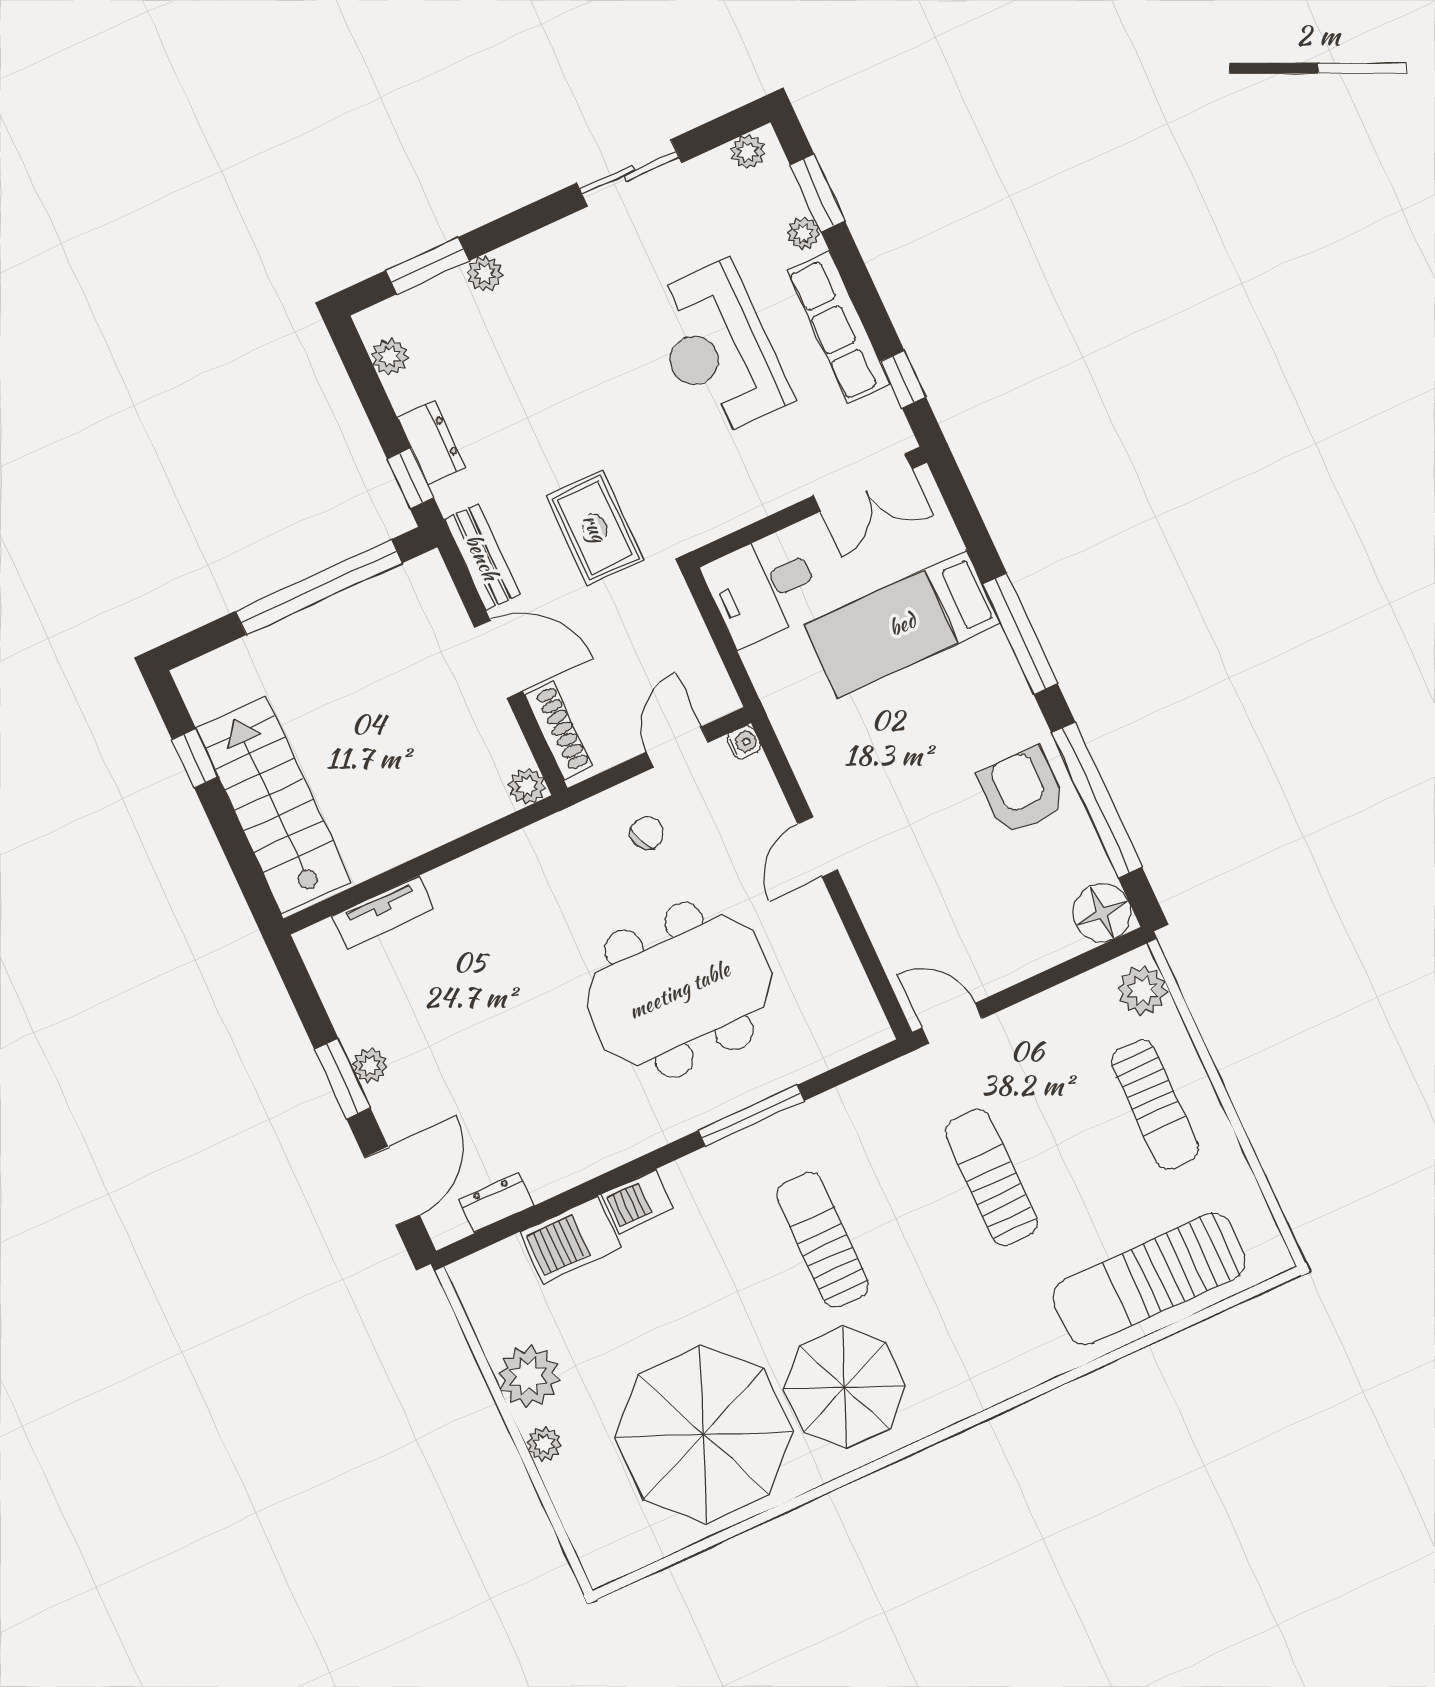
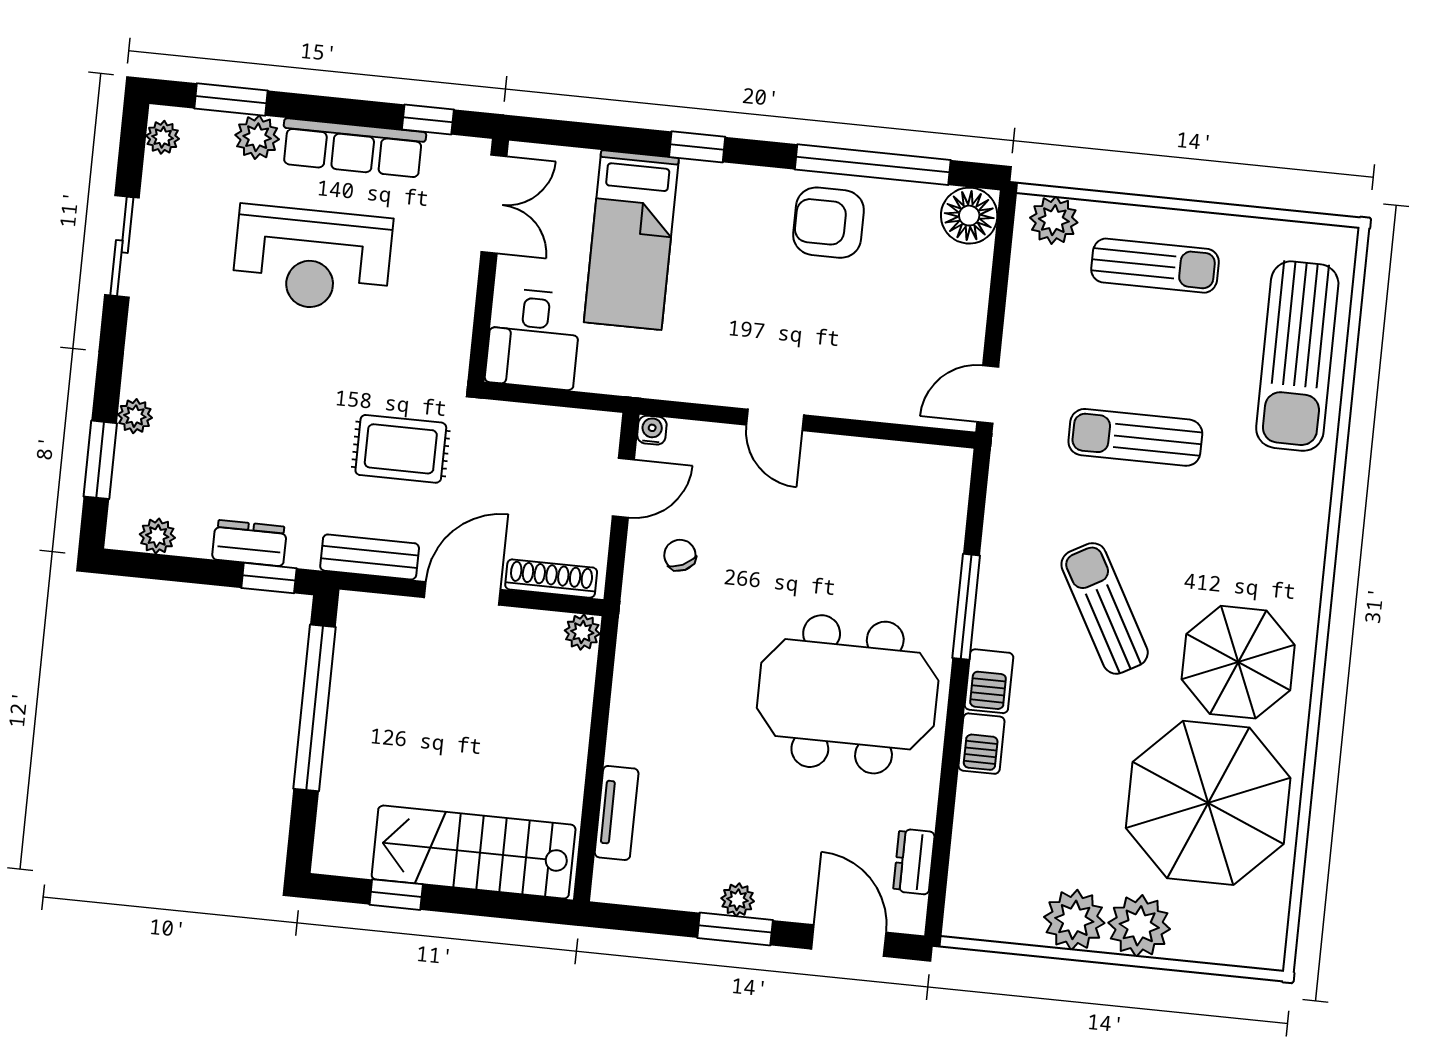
plant: (803, 233) -> (257, 137), width x1.38, depth x1.38
window: (1020, 634) -> (697, 147), width x0.46
door: (677, 747) -> (623, 488), swing flipped
meeting table: (679, 990) -> (848, 694), moved, turned 90
barbecue: (570, 1240) -> (989, 681), moved, width x0.73, depth x0.79
sun lounger: (823, 1240) -> (1105, 608), turned 61
plant: (544, 1444) -> (1139, 926), width x1.88, depth x1.88

